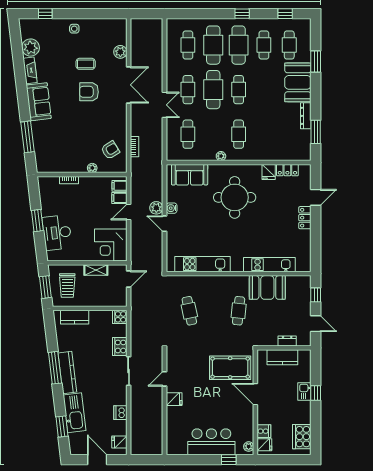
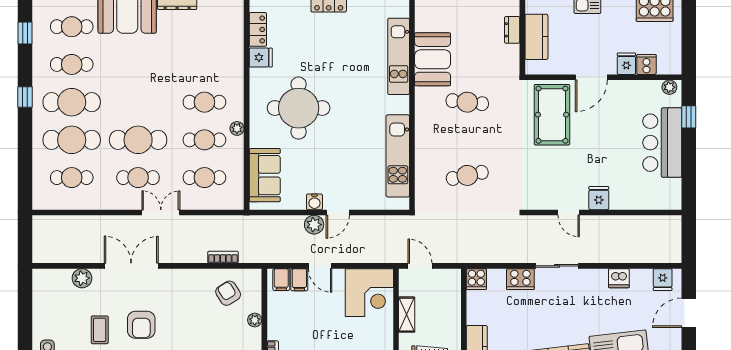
cafe table: (239, 90) -> (204, 140), moved
fridge: (264, 445) -> (626, 64), moved

